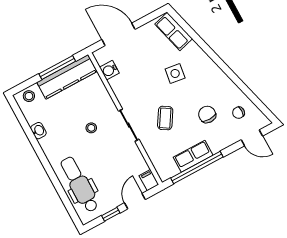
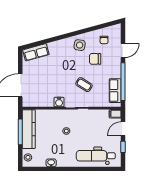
water cooler: (109, 70) -> (59, 102), moved
side table: (175, 73) -> (80, 45), moved
door: (252, 138) -> (123, 50), moved
row of seats: (193, 156) -> (115, 91), moved
door: (135, 201) -> (123, 129), hinge flipped

